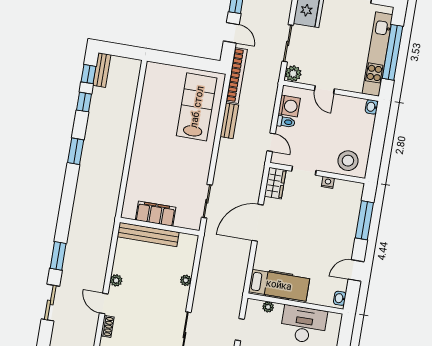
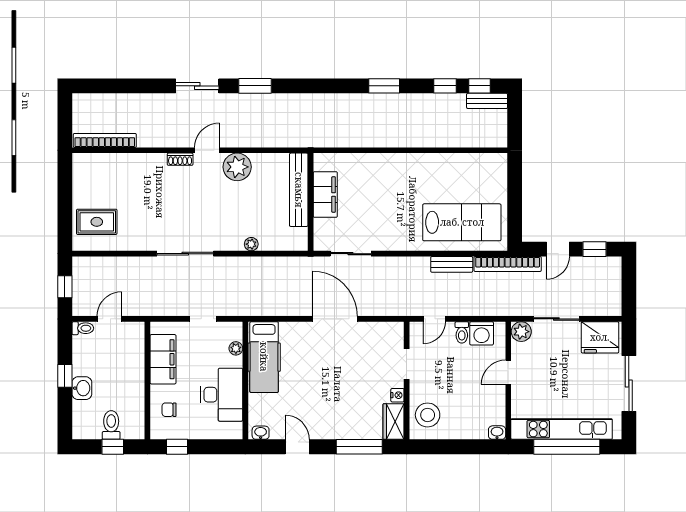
wardrobe: (275, 183) -> (394, 422), moved, turned 90
plant: (116, 280) -> (237, 167), width x1.88, depth x1.88

